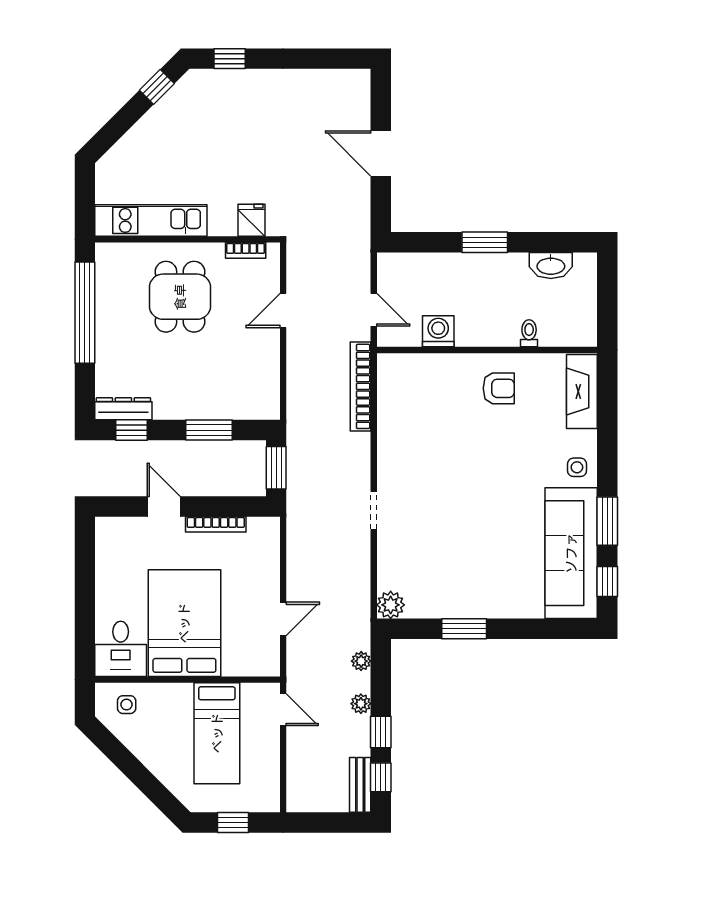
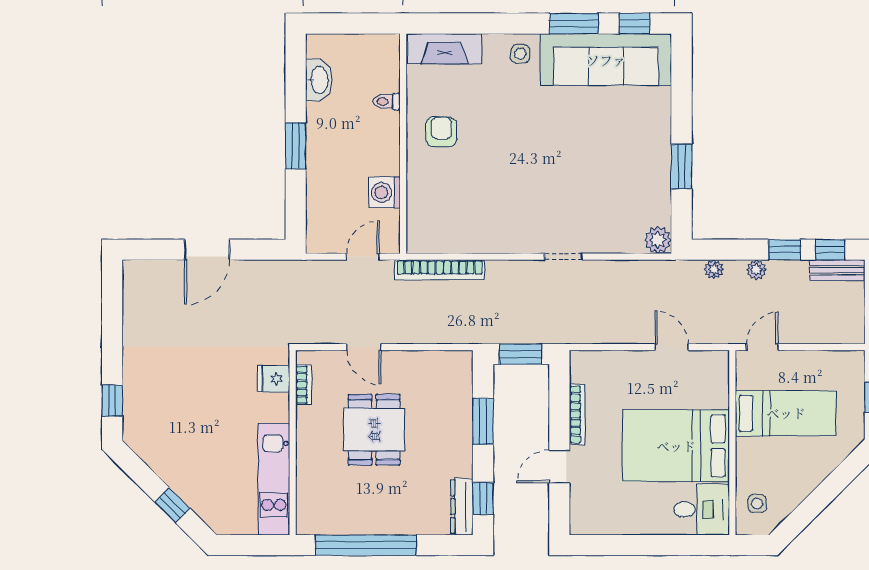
window: (157, 87) -> (172, 505), moved
dining table: (180, 297) -> (374, 430), moved, turned 90

